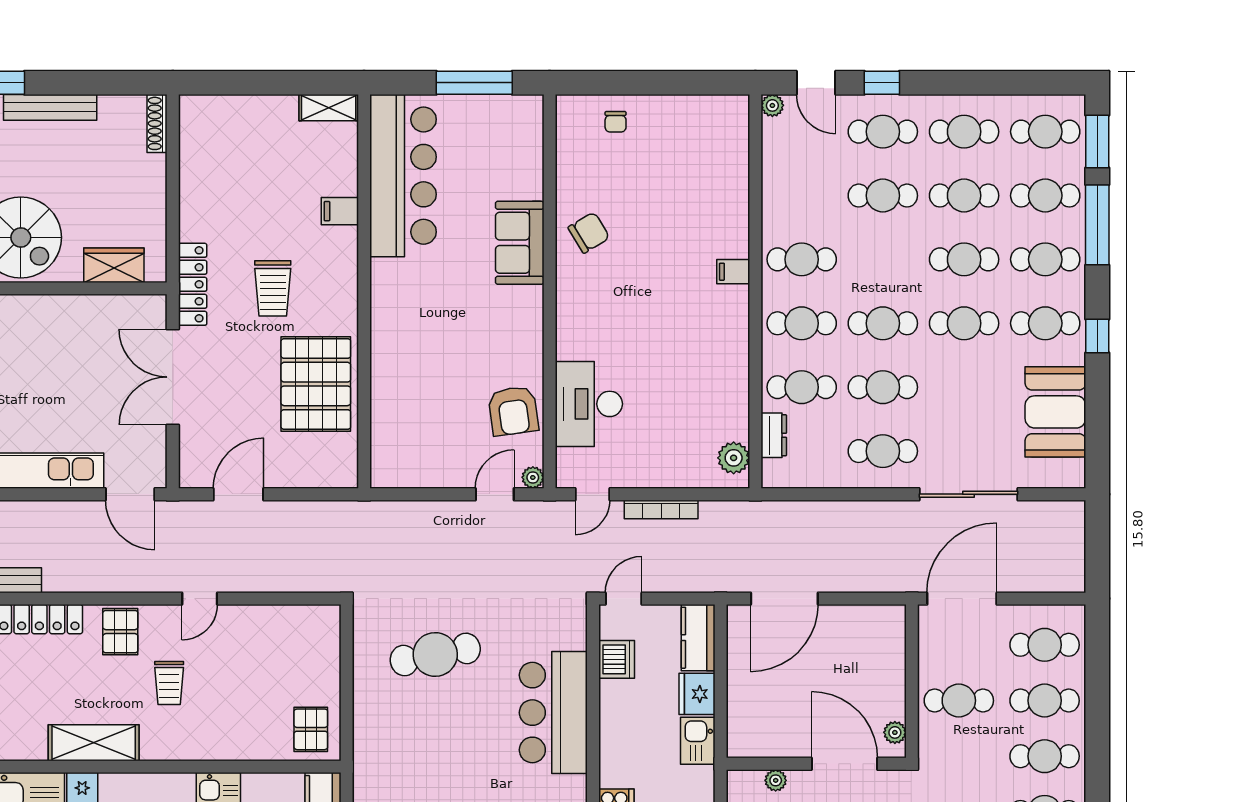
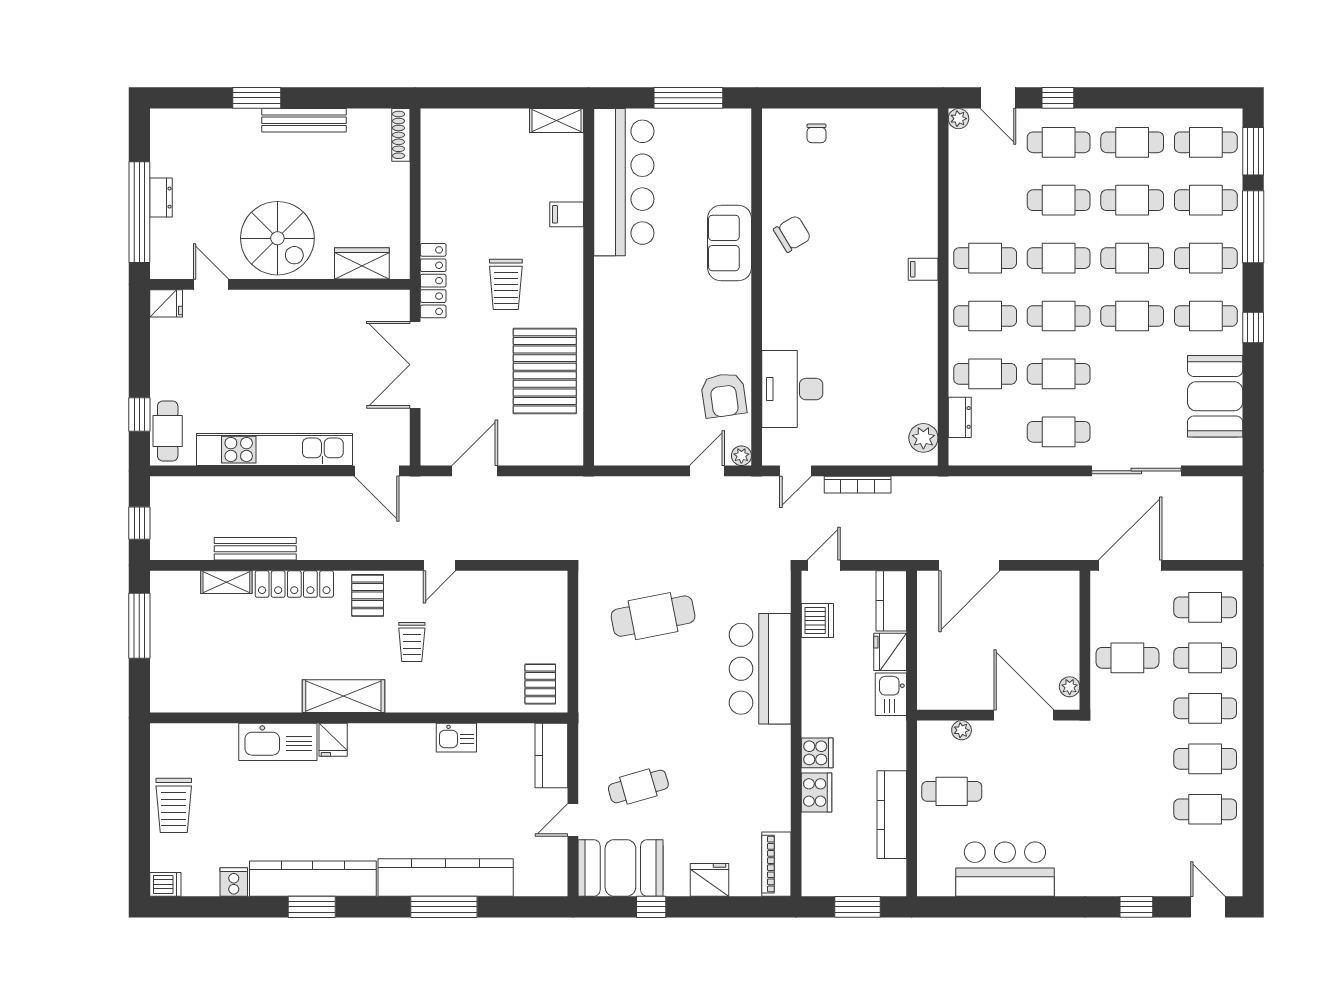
cafe table: (883, 259) -> (1059, 258), added

